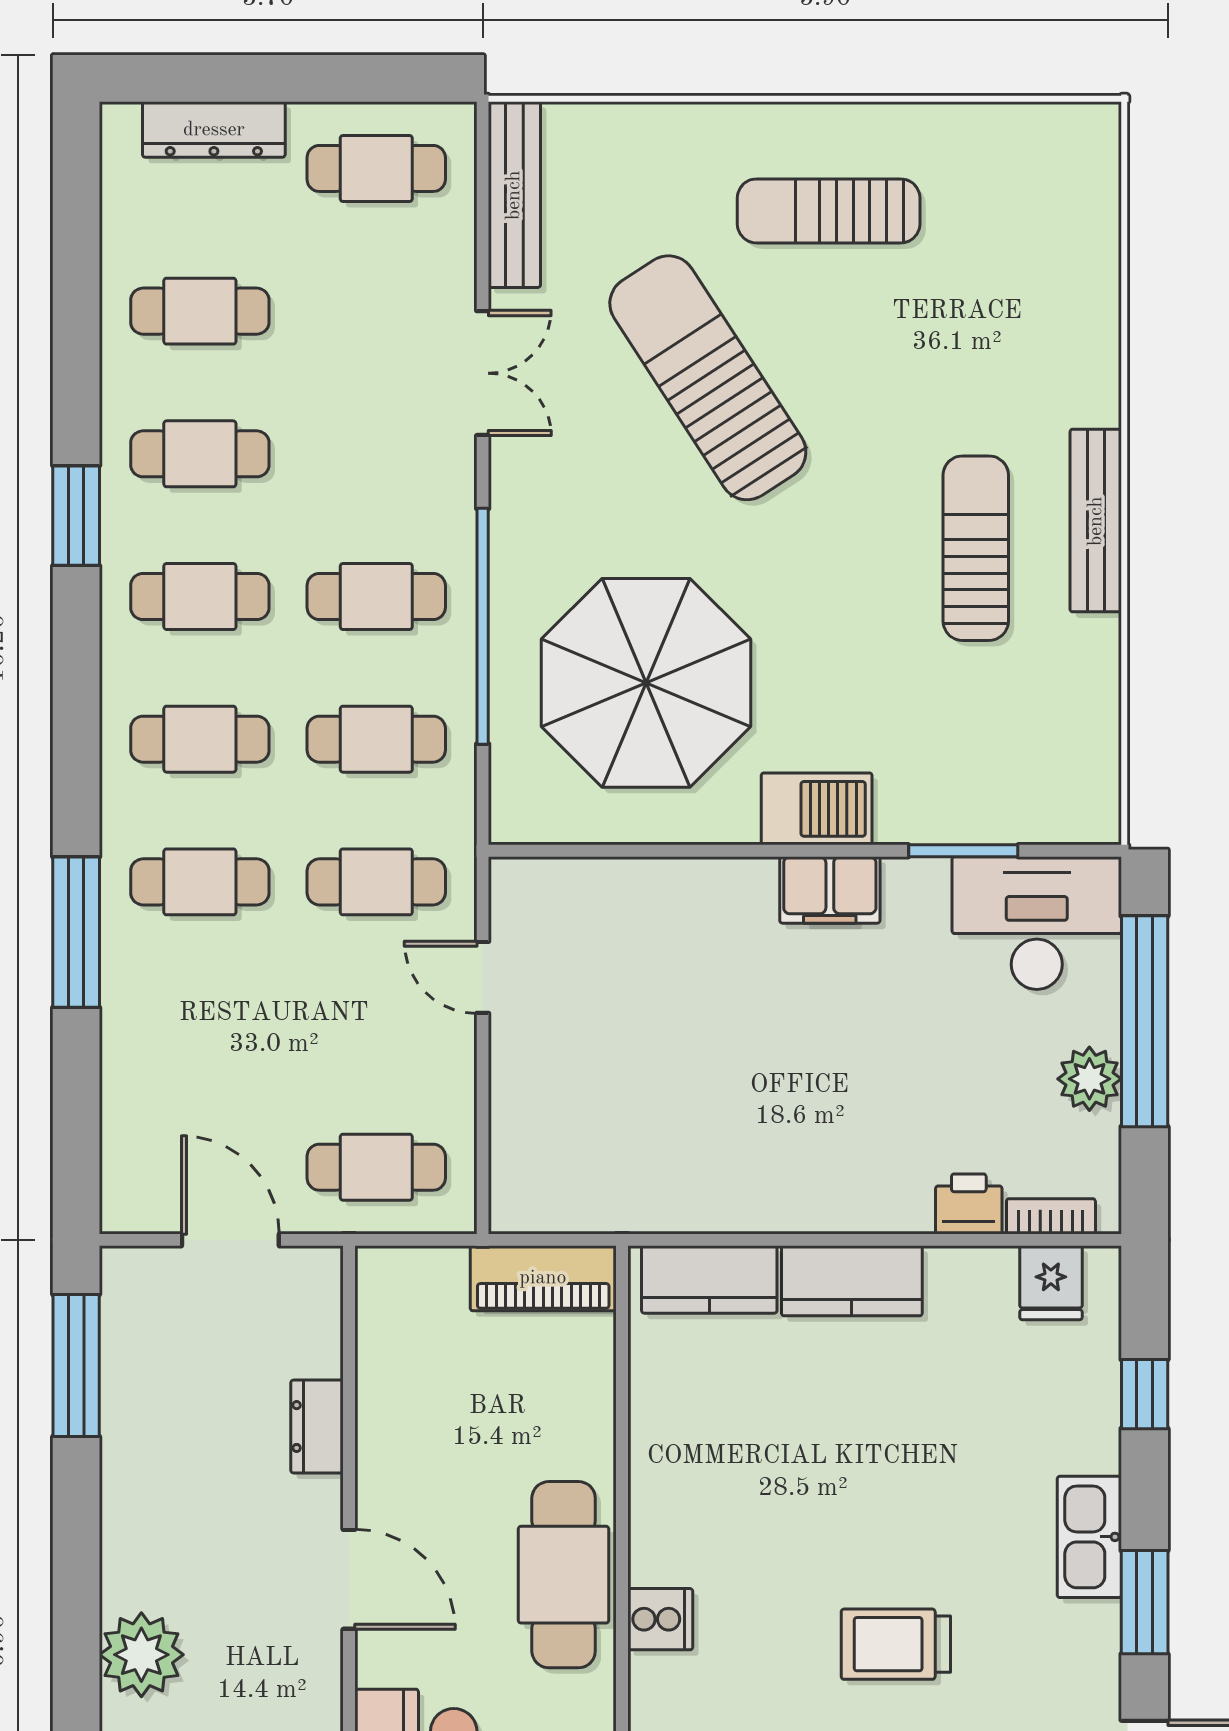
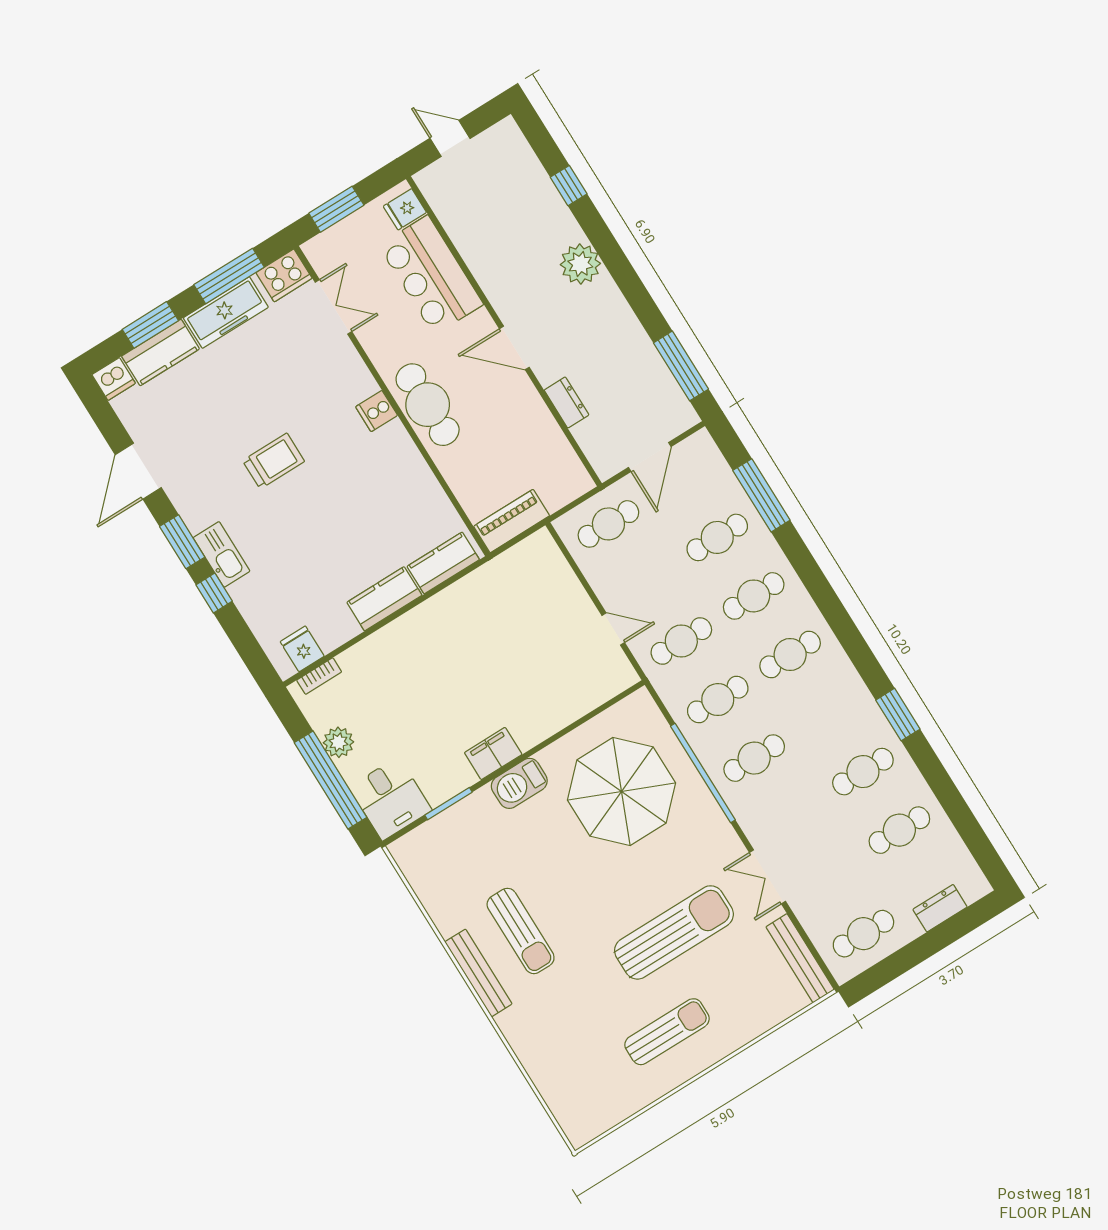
dresser: (214, 130) -> (940, 908), width x0.70
sun lounger: (708, 378) -> (674, 932), turned -57
cafe table: (200, 596) -> (717, 537), moved
desk: (1037, 923) -> (390, 799), width x0.73
window: (76, 932) -> (761, 495), moved
printer: (969, 1204) -> (356, 660), removed
door: (230, 1240) -> (650, 457), hinge flipped
window: (1145, 1394) -> (214, 593), moved

